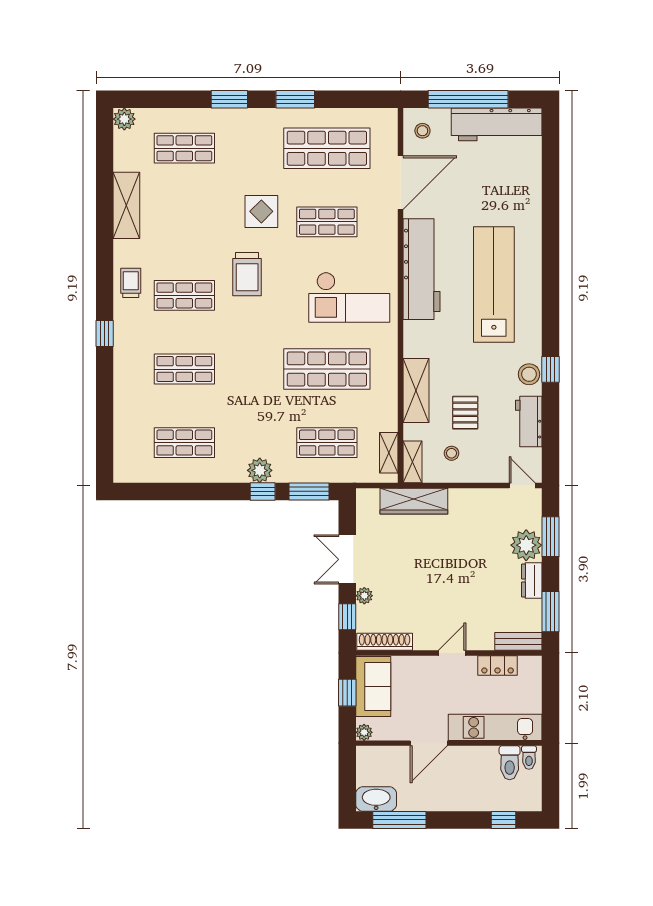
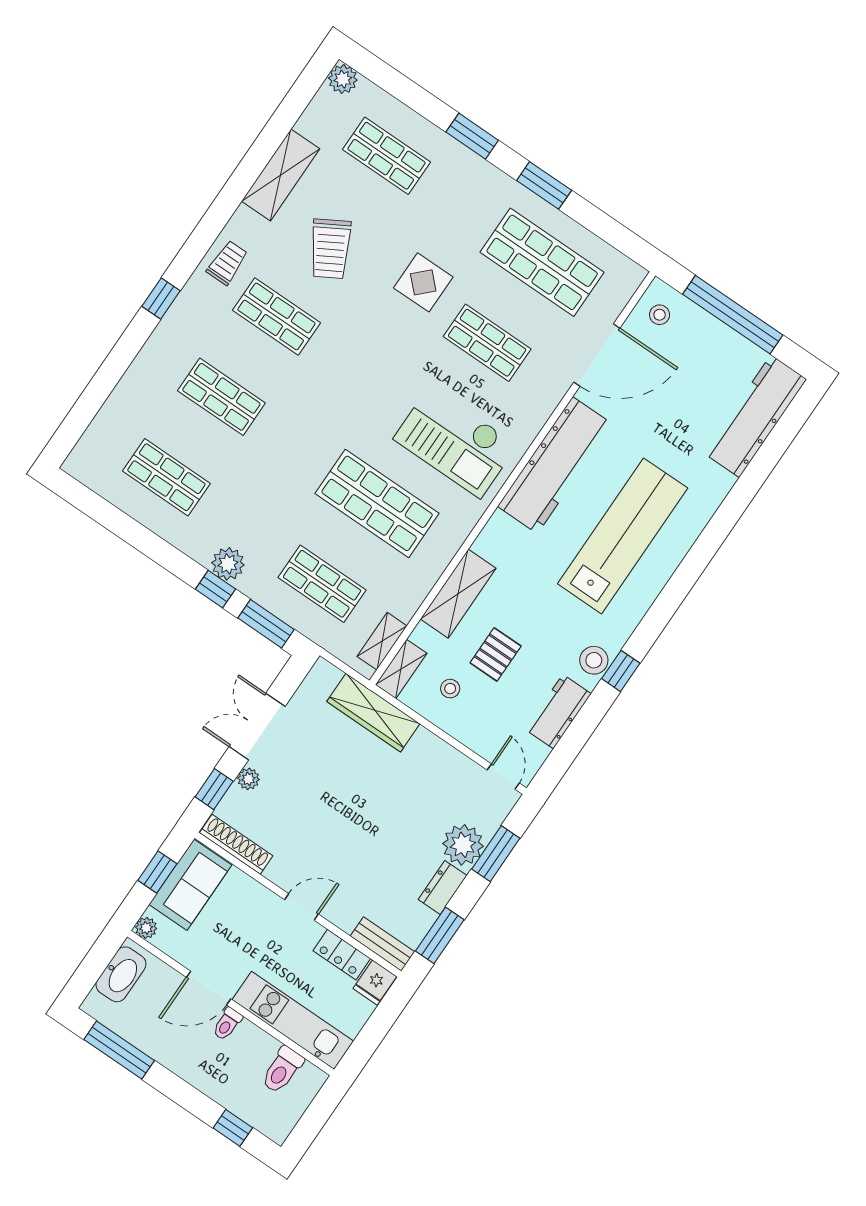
workbench: (497, 124) -> (755, 416), moved, turned 90
trolley: (247, 274) -> (330, 249), moved, turned -30
fridge: (530, 669) -> (375, 983), added
toilet: (529, 758) -> (227, 1024), moved
washbasin: (376, 799) -> (121, 974), moved, turned 90

